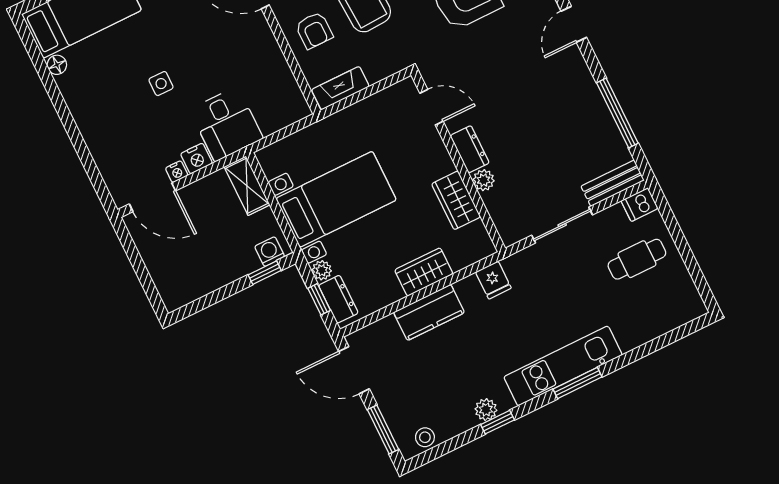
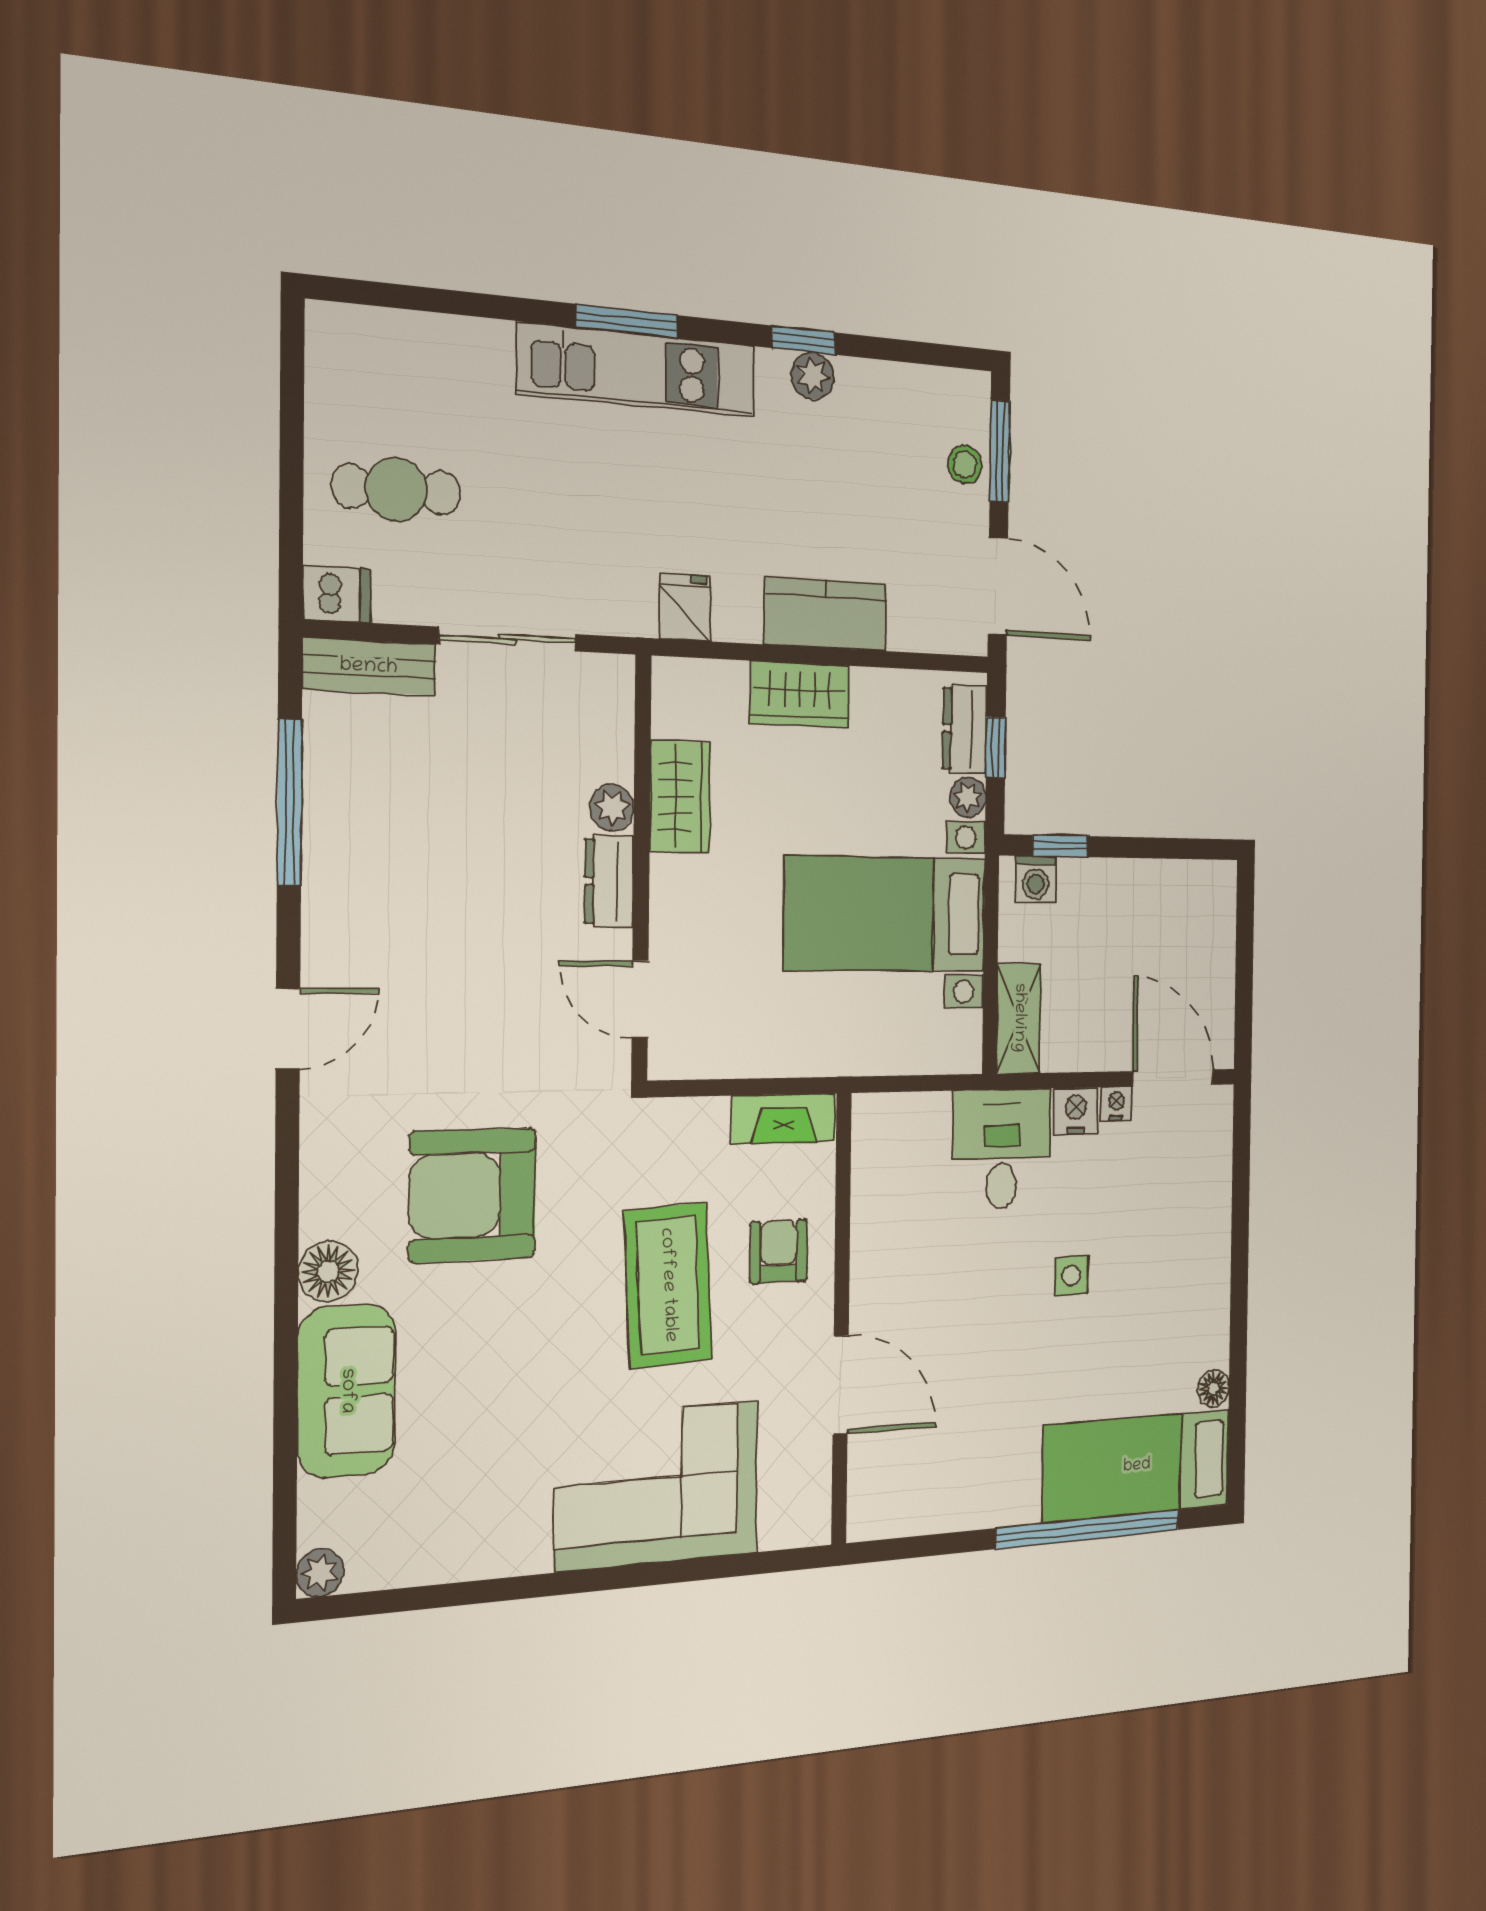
stool: (425, 437) -> (965, 465), moved

